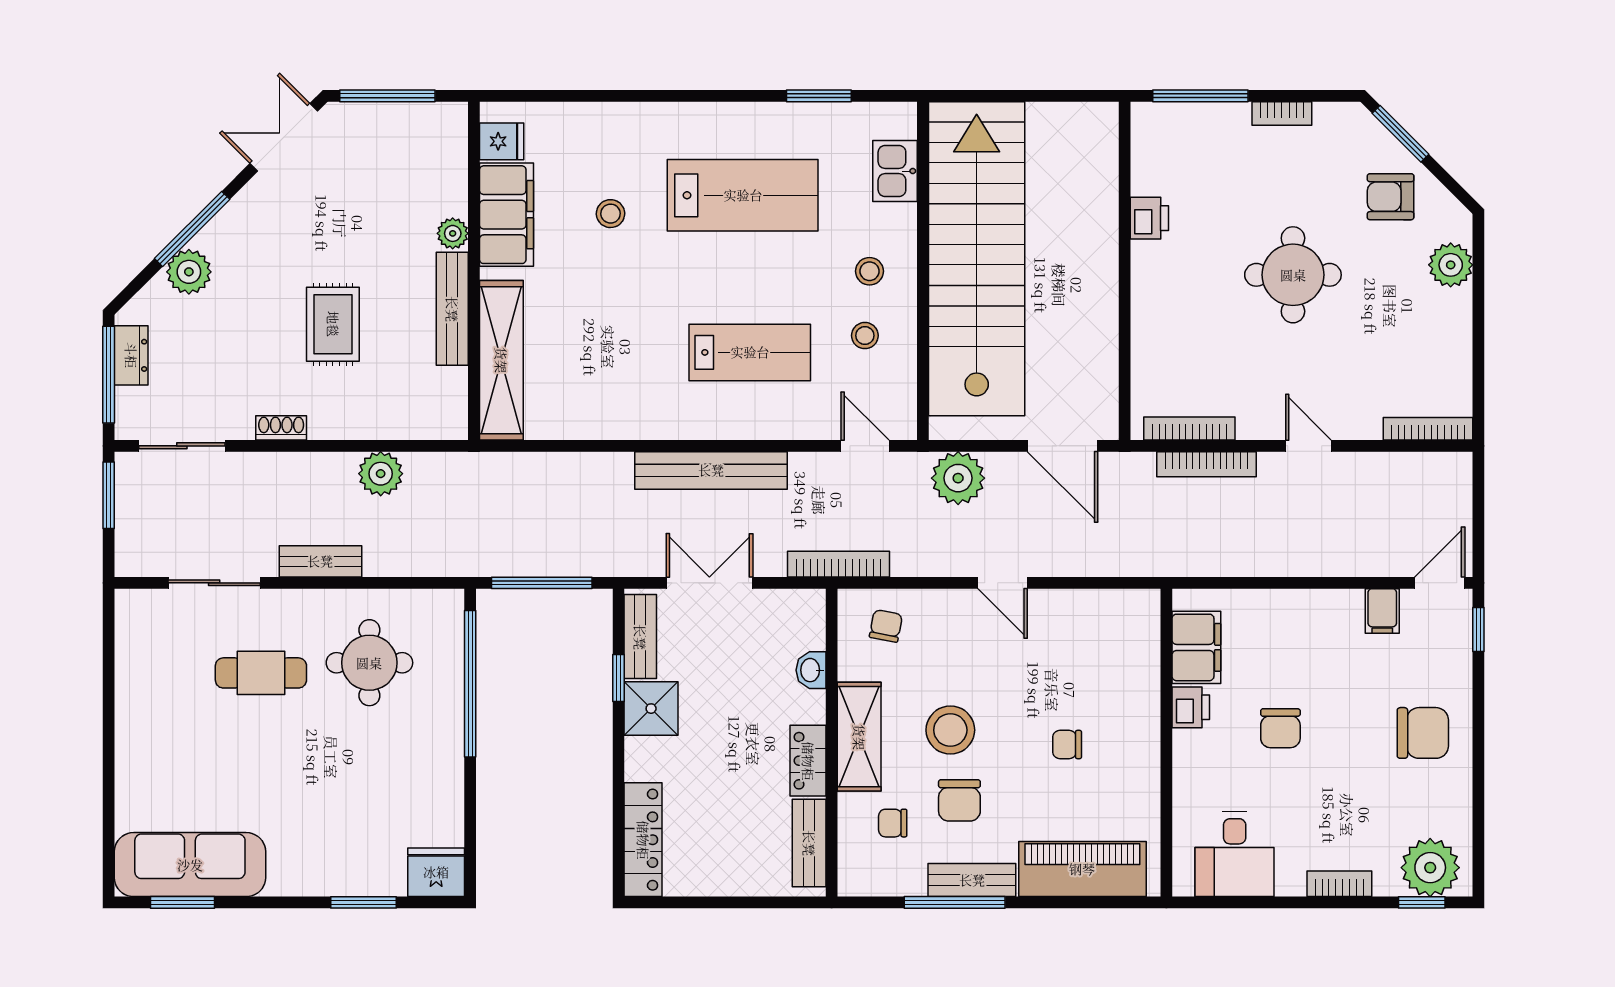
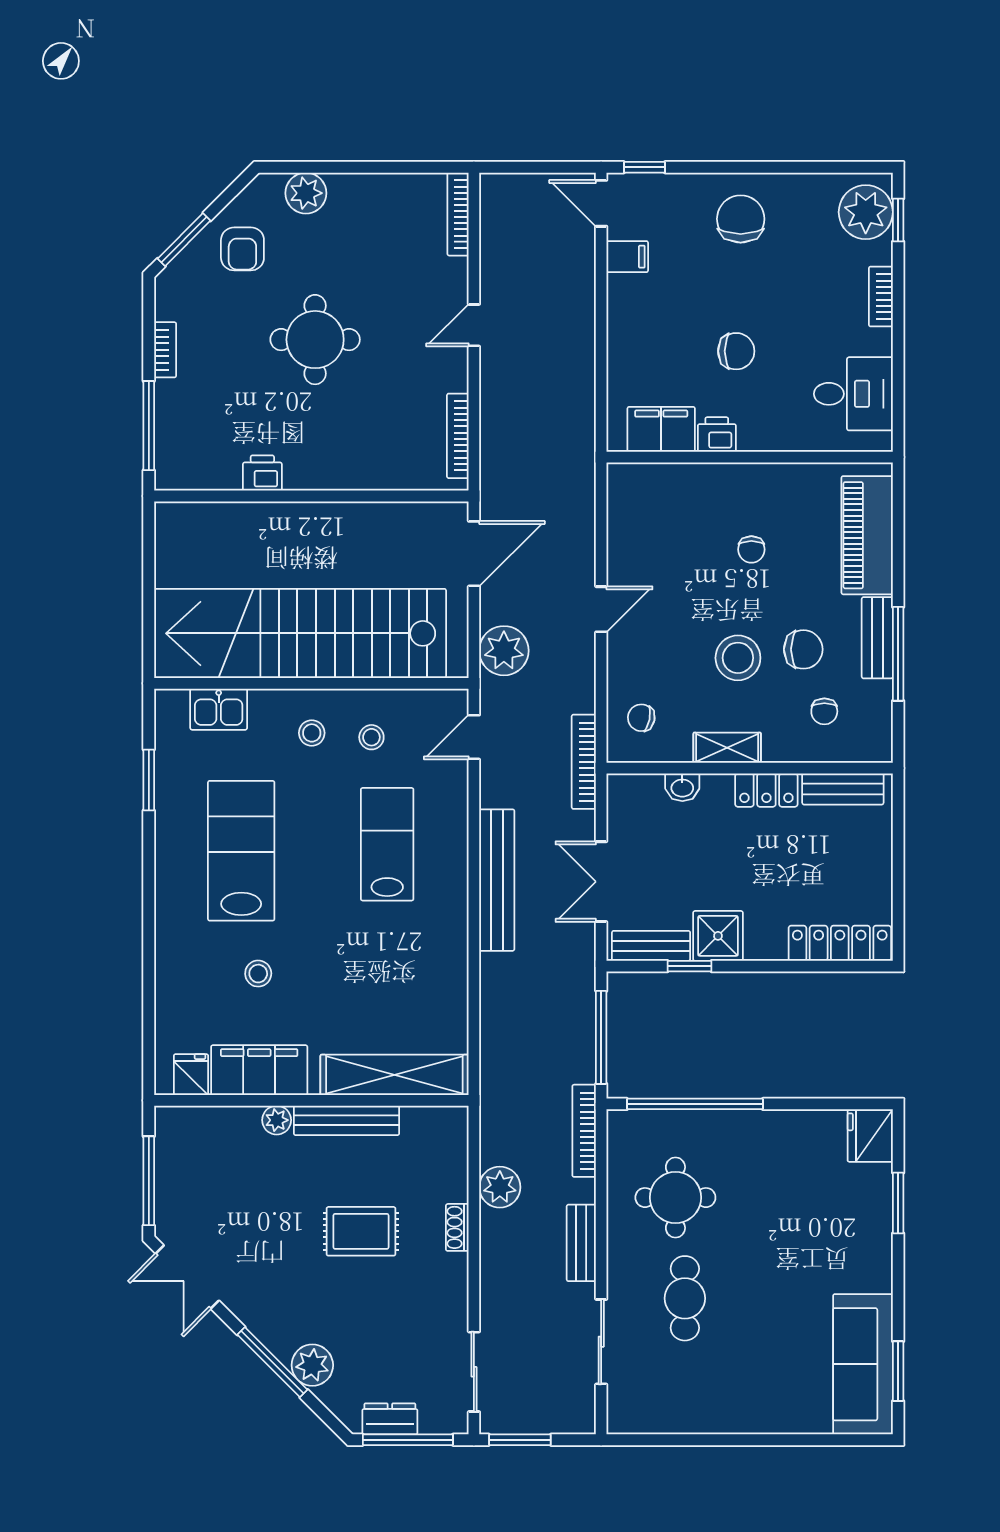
shoe rack: (281, 428) -> (457, 1227), moved
bookcase: (1206, 464) -> (584, 1131), moved, turned 180
shelving: (859, 737) -> (727, 748), width x0.67, depth x0.75

